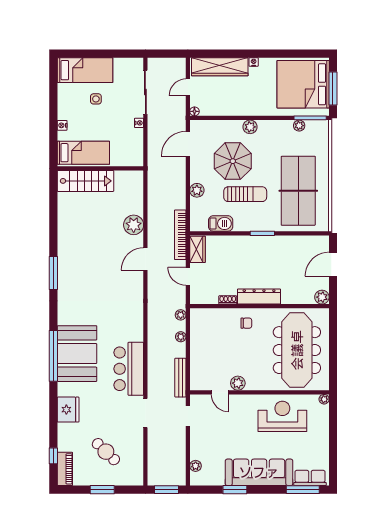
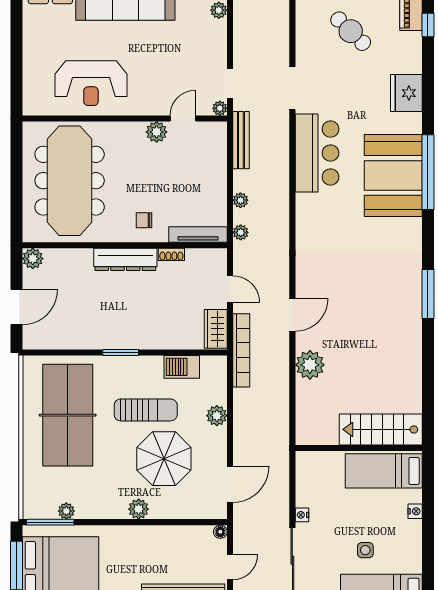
sun lounger: (245, 194) -> (146, 410), turned 180
tv unit: (210, 314) -> (198, 234), added
door: (220, 392) -> (183, 118), hinge flipped
plant: (324, 399) -> (220, 108), moved

